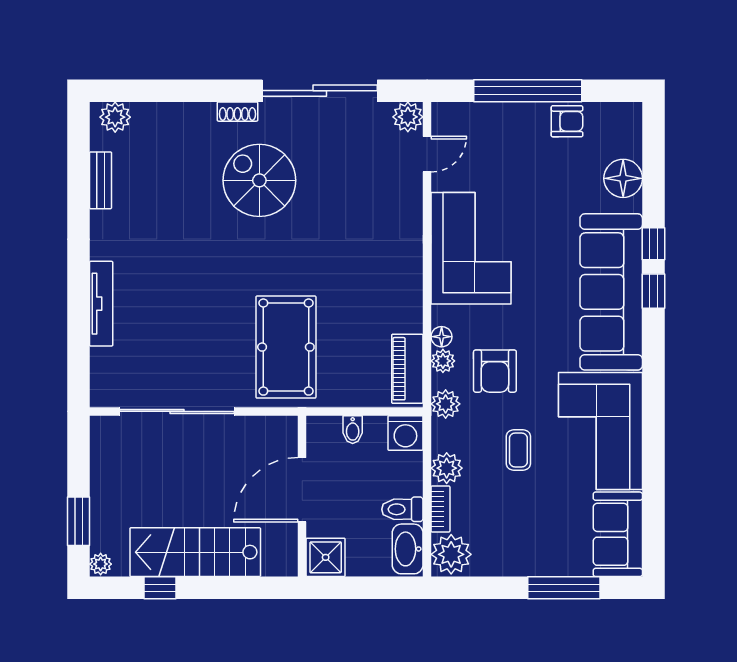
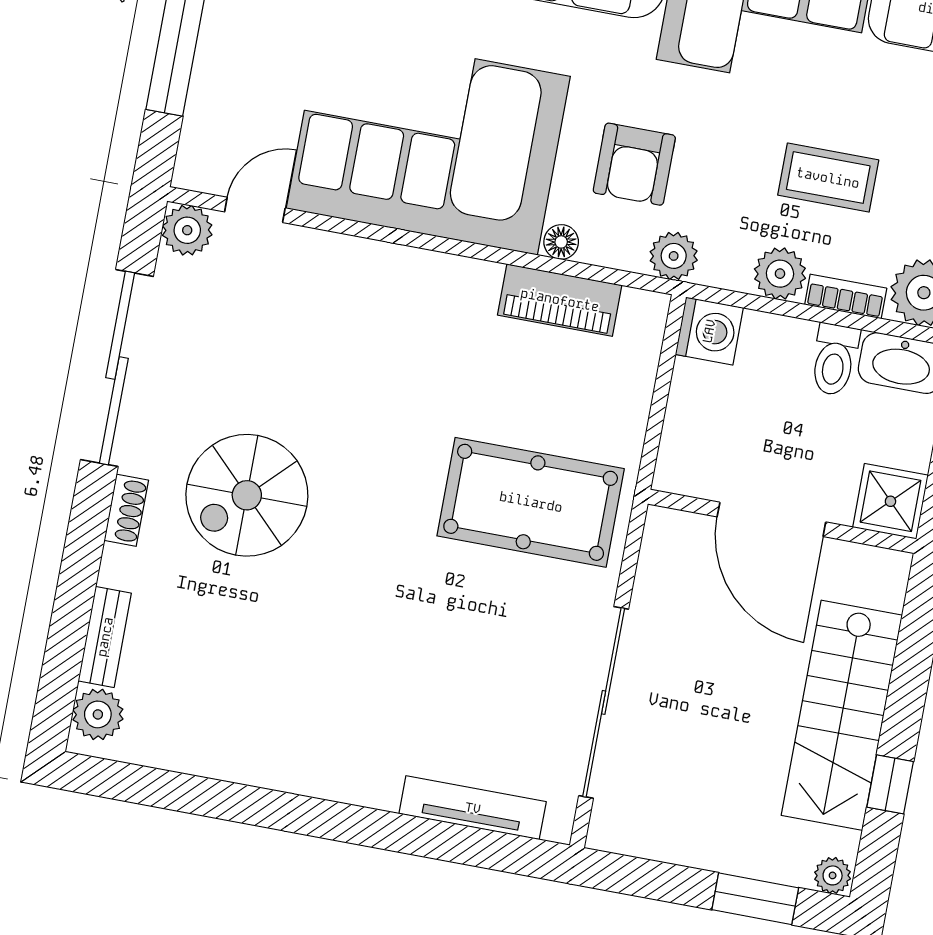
door: (427, 154) -> (255, 210), hinge flipped
bench: (101, 180) -> (105, 637), moved, turned 90
corner sofa: (471, 248) -> (428, 142), width x1.36, depth x1.36
tv unit: (101, 304) -> (473, 808), moved
plant: (443, 361) -> (602, 247), removed
piano: (407, 369) -> (560, 300), moved
armchair: (495, 371) -> (634, 164), turned 90
bidet: (353, 430) -> (687, 417), removed
coffee table: (518, 450) -> (828, 178), moved, width x1.36, depth x1.30

